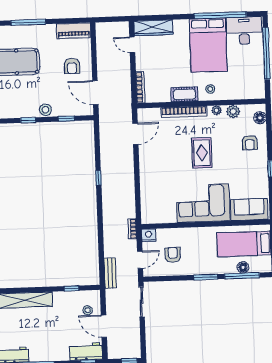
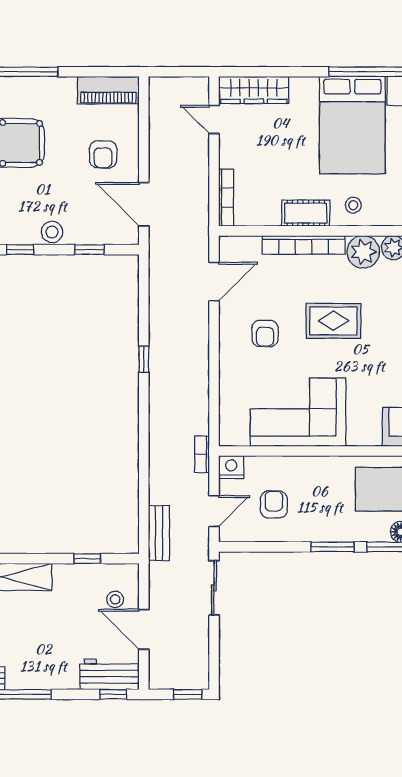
plant: (217, 110) -> (363, 252), width x1.87, depth x1.87
rug: (202, 153) -> (333, 321), turned 90
armchair: (164, 161) -> (265, 333), added
corner sofa: (203, 203) -> (298, 412), moved

